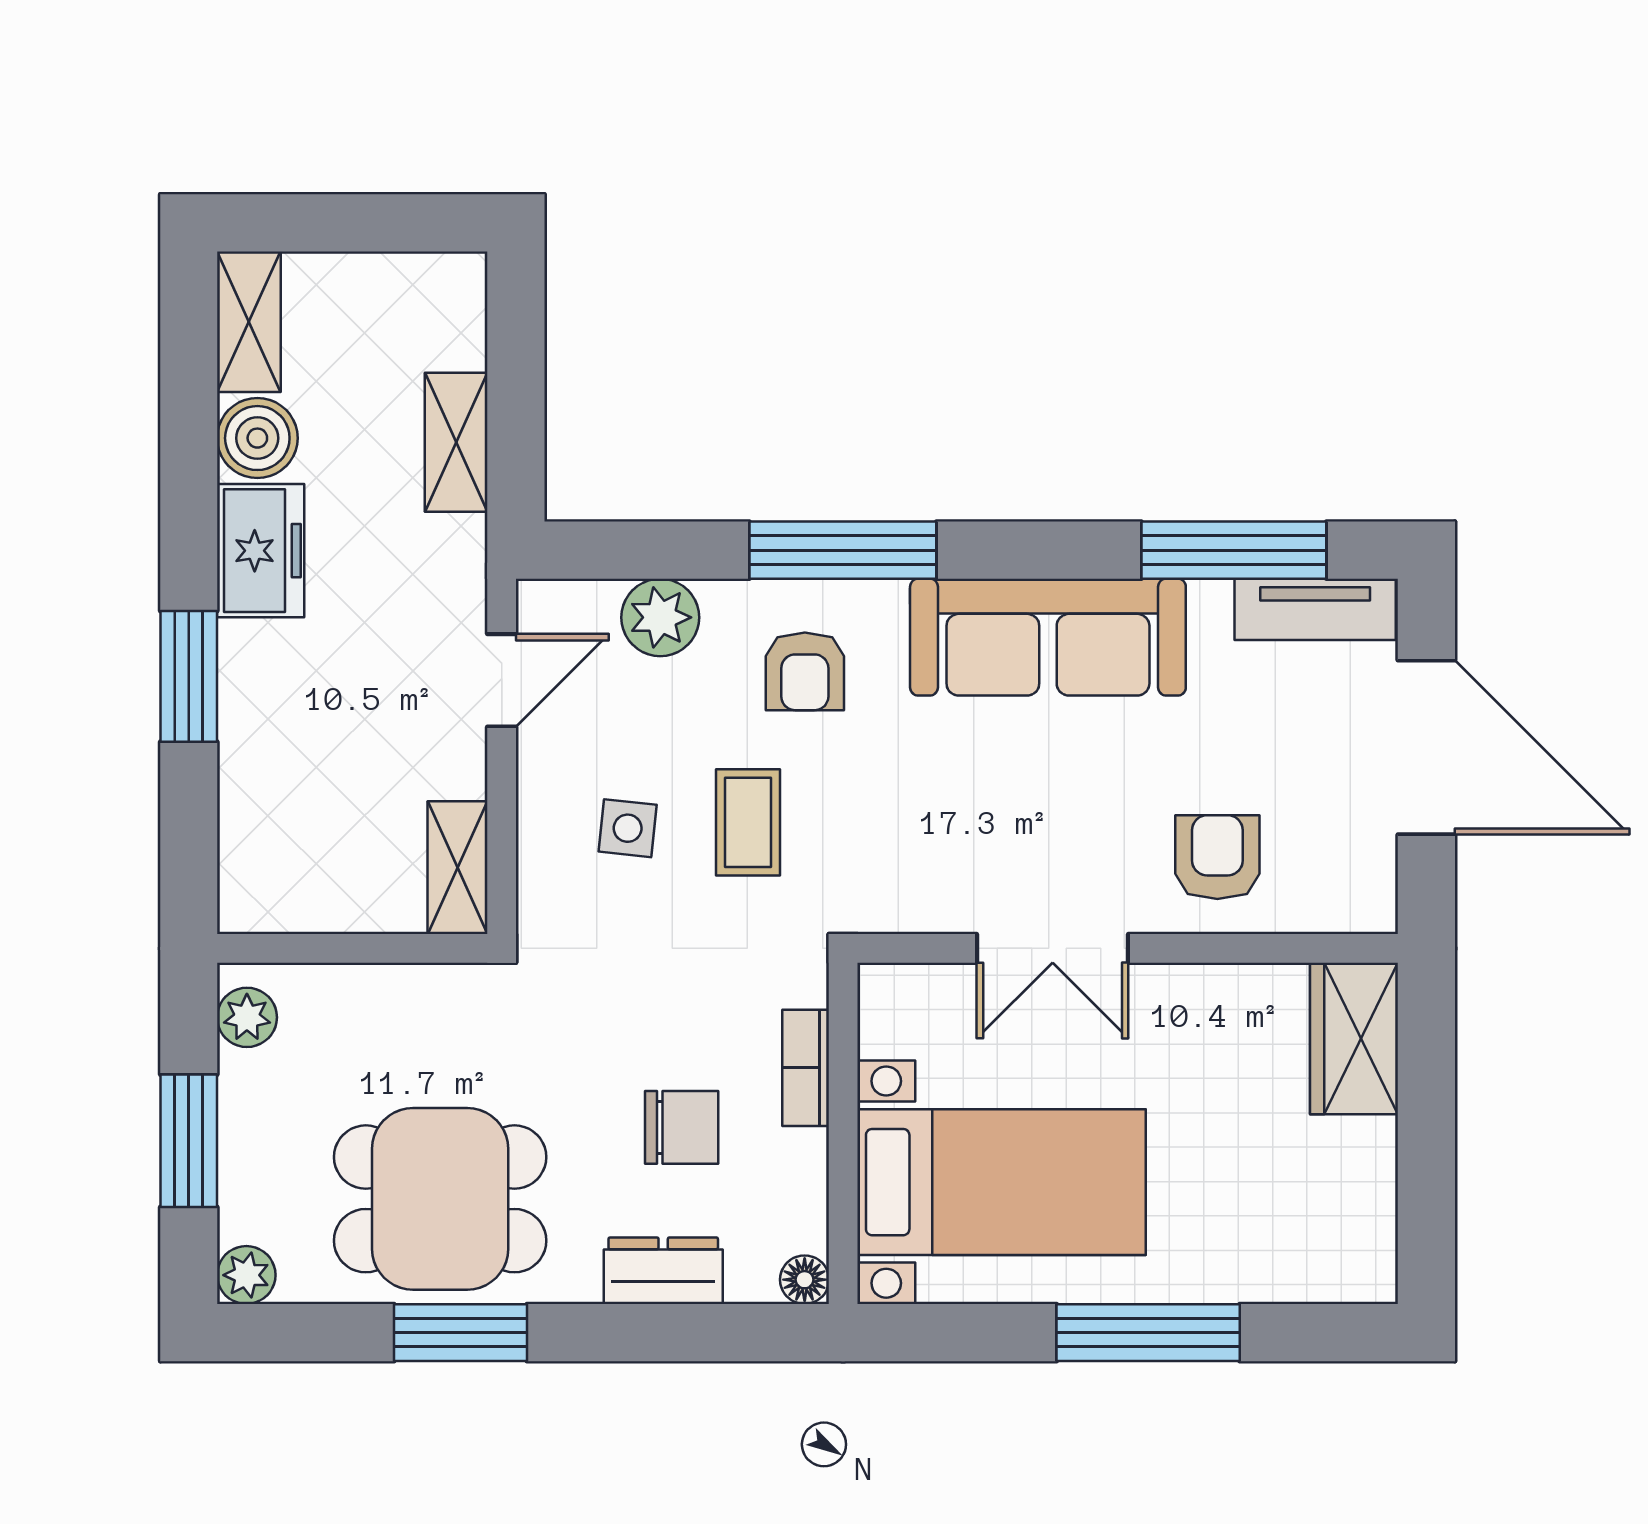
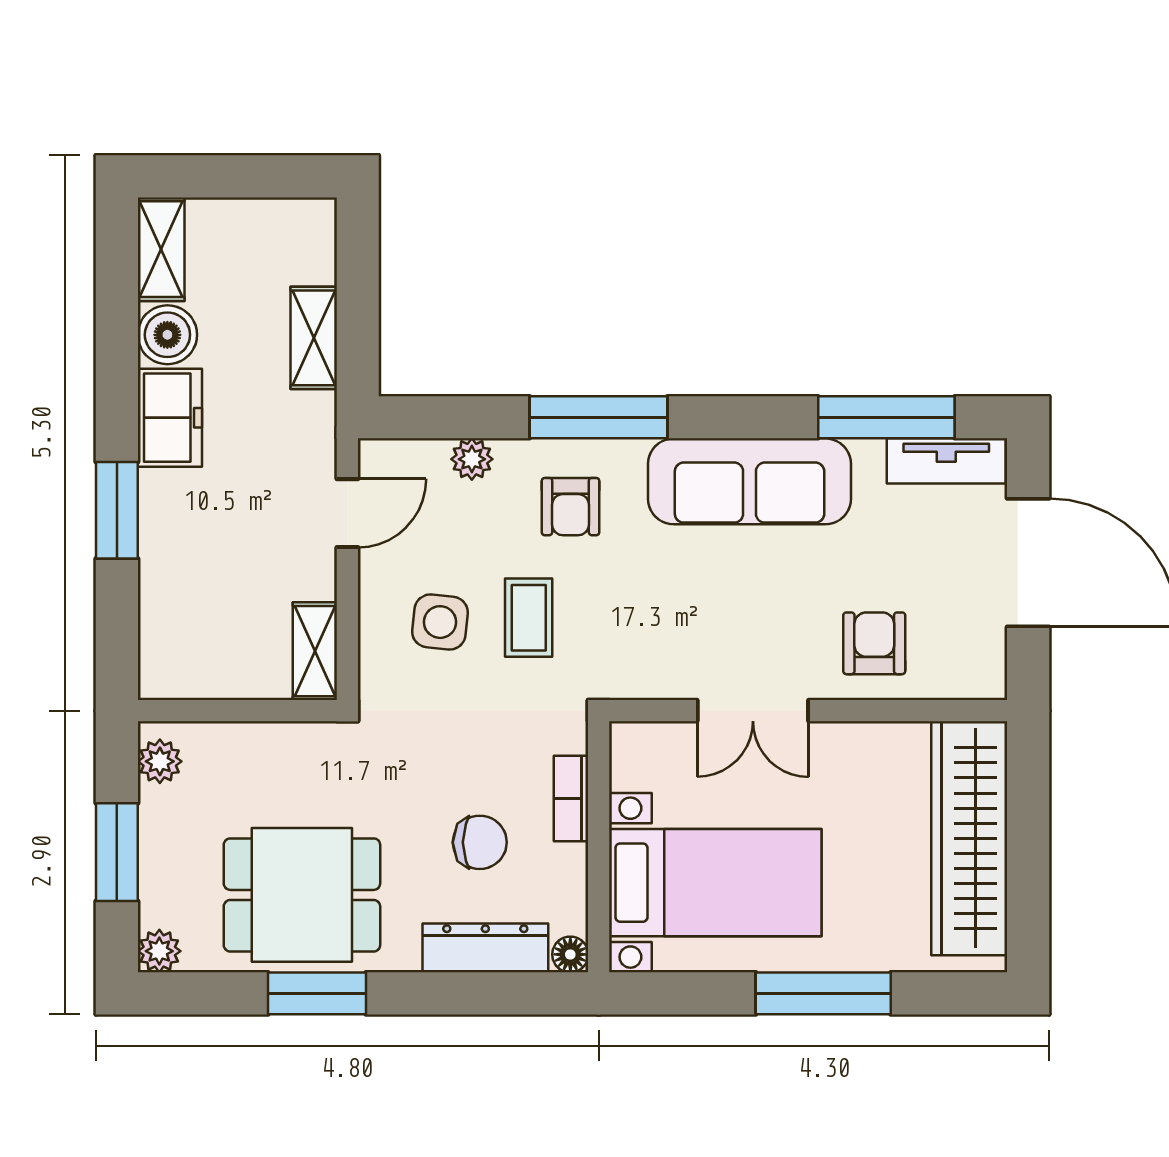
plant: (660, 617) -> (472, 459), width x0.73, depth x0.73
side table: (628, 828) -> (440, 622), width x1.37, depth x1.37
wardrobe: (1354, 1038) -> (969, 838), width x2.10, depth x1.17
dresser: (663, 1271) -> (485, 948), width x1.44

